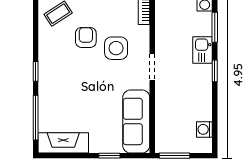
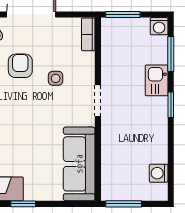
side table: (116, 48) -> (56, 78), width x0.54, depth x0.54
window: (109, 156) -> (23, 204), moved

